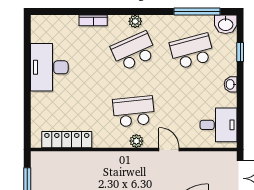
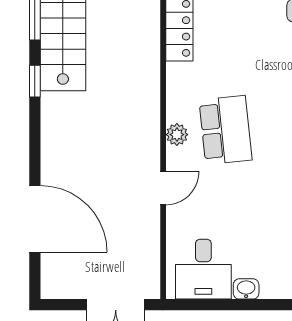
washbasin: (231, 84) -> (246, 289), moved

